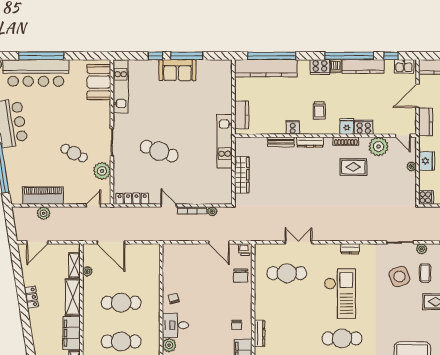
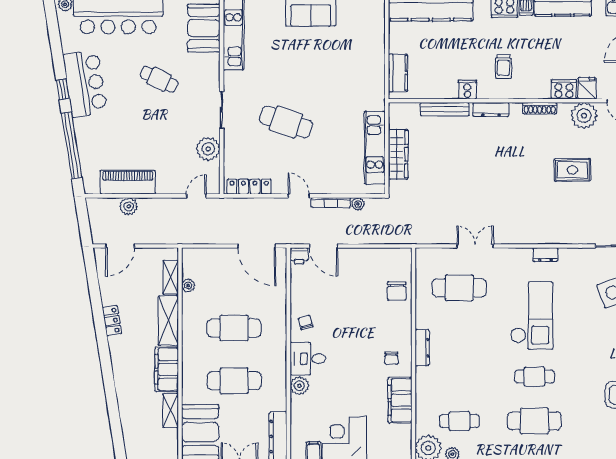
fridge: (347, 126) -> (587, 88), moved
kitchen unit: (225, 141) -> (375, 148), moved
bench: (281, 142) -> (445, 109), width x1.36
cafe table: (74, 153) -> (159, 79), moved
rug: (353, 167) -> (572, 170), moved
door: (111, 242) -> (257, 246), moved
door: (219, 242) -> (324, 246), moved
printer: (245, 250) -> (299, 256), moved
dresser: (260, 334) -> (422, 348), moved
cafe table: (342, 338) -> (534, 377), width x0.73, depth x0.74

